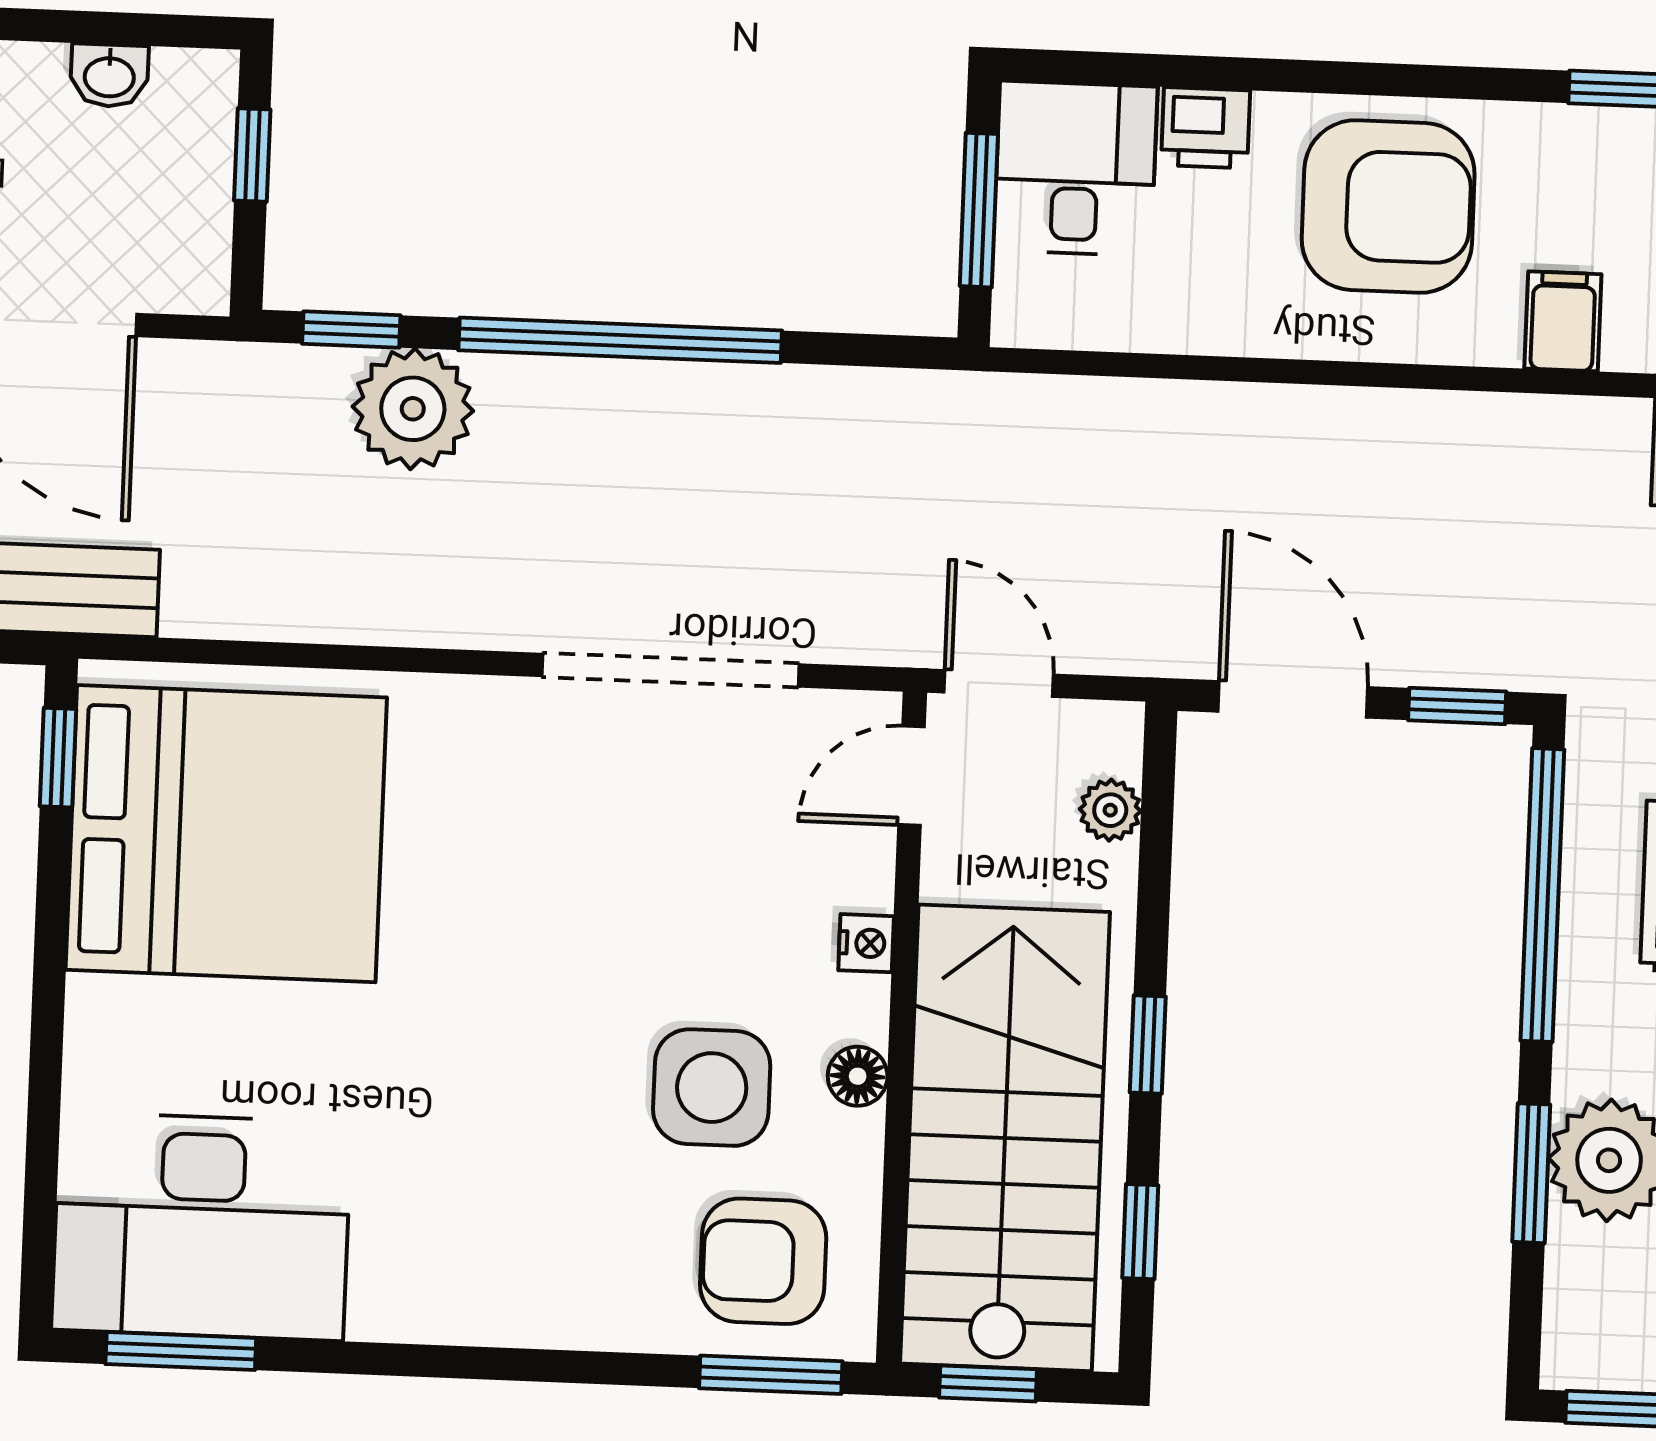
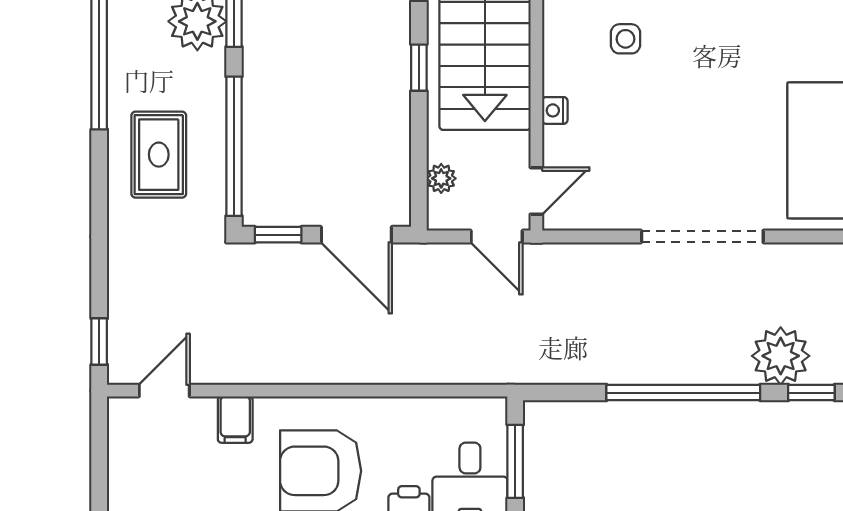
doorway: (670, 670) -> (702, 237), moved
floor lamp: (858, 1076) -> (556, 47), removed
side table: (712, 1088) -> (625, 39), width x0.54, depth x0.54

